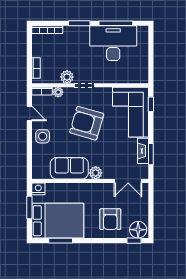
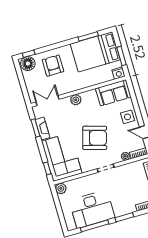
plant: (67, 77) -> (61, 188), moved
sofa: (69, 168) -> (113, 93), moved

